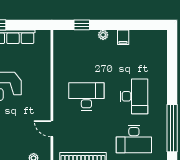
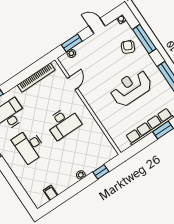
filing cabinet: (123, 37) -> (51, 193), moved
door: (52, 129) -> (72, 83), hinge flipped

